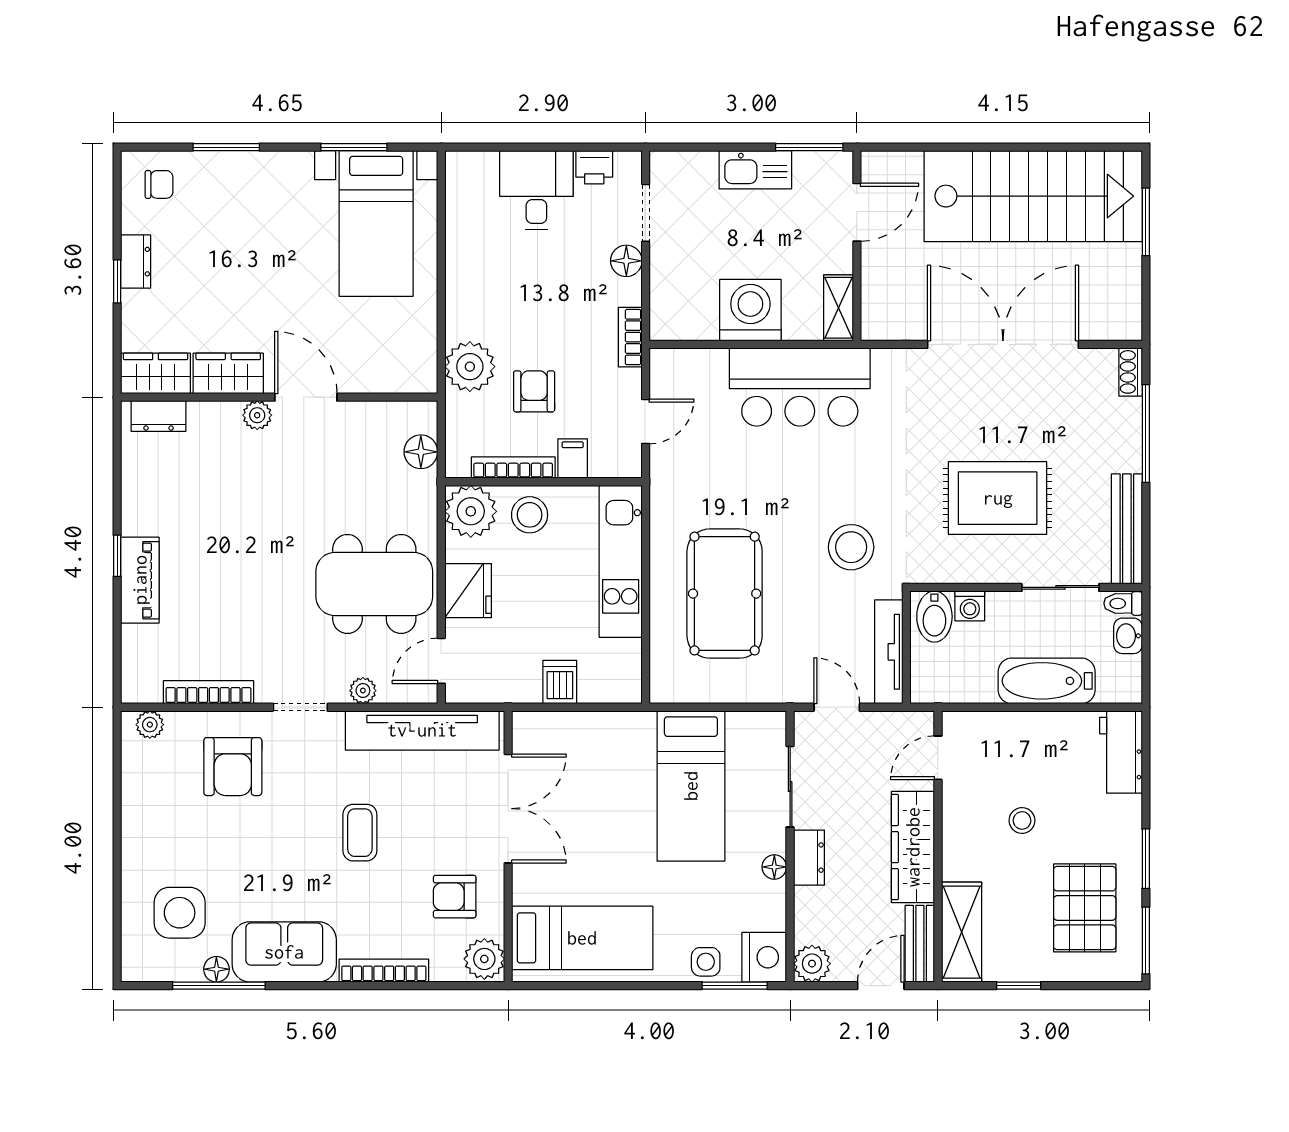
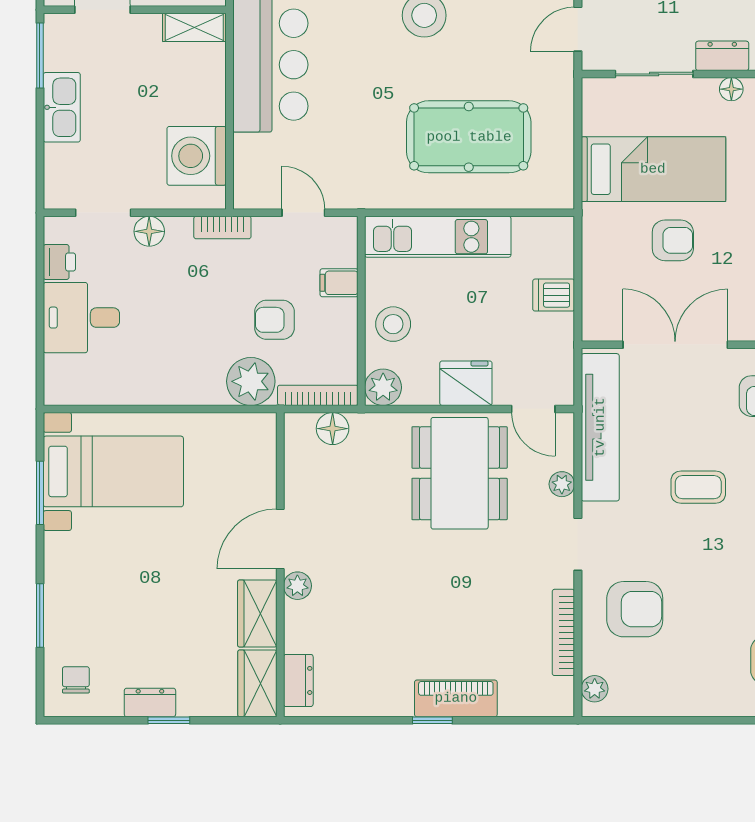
washing machine: (750, 310) -> (197, 156), moved
bookcase: (513, 468) -> (318, 395), moved, turned 90
plant: (471, 511) -> (383, 387), width x0.73, depth x0.73
armchair: (617, 806) -> (673, 240), added

